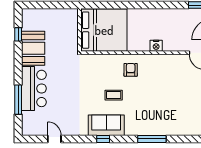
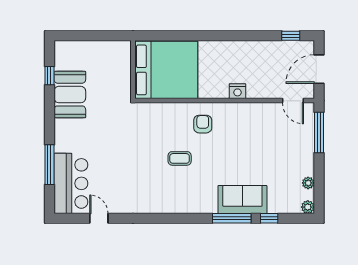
bar counter: (34, 88) -> (71, 183), moved
sofa: (106, 125) -> (242, 200), moved
window: (103, 139) -> (269, 218), moved

